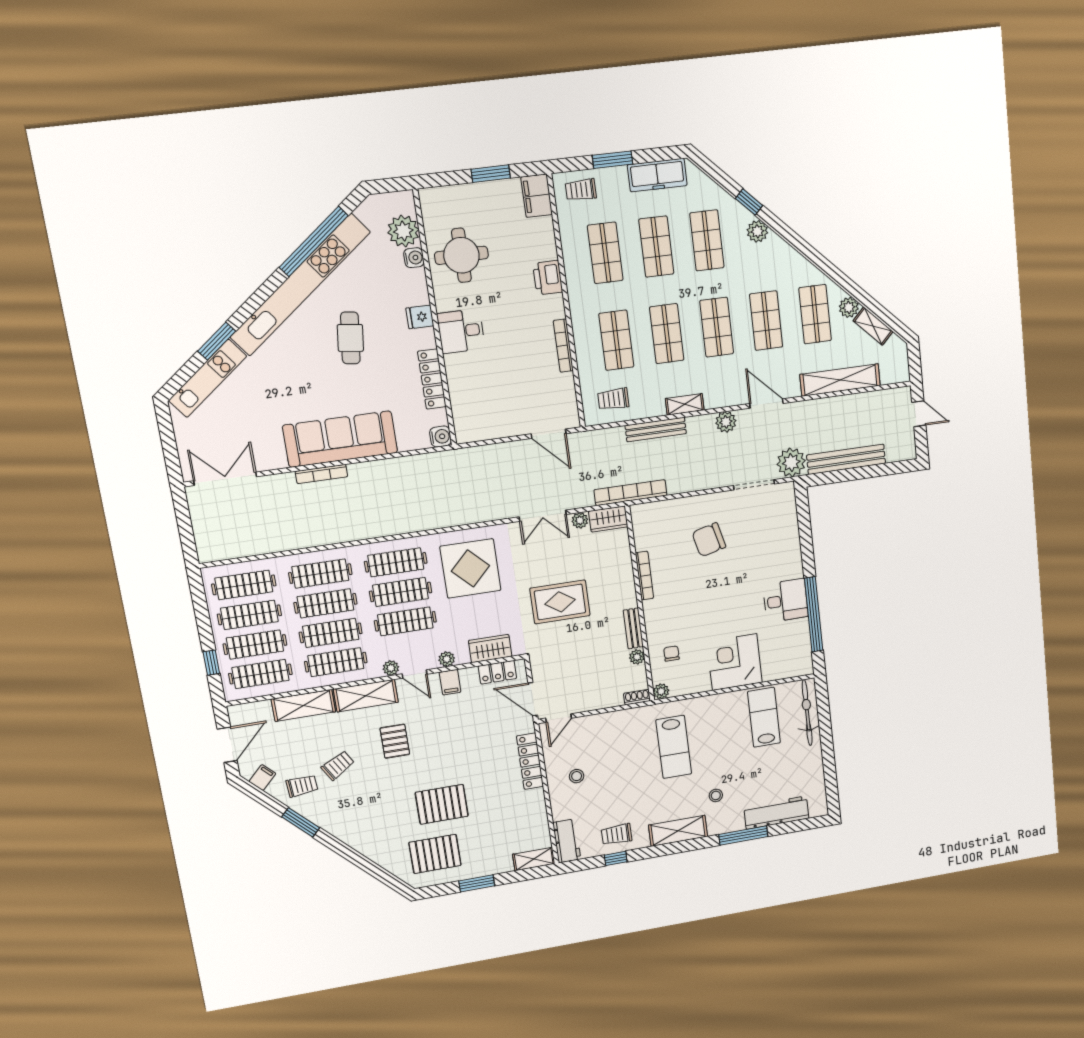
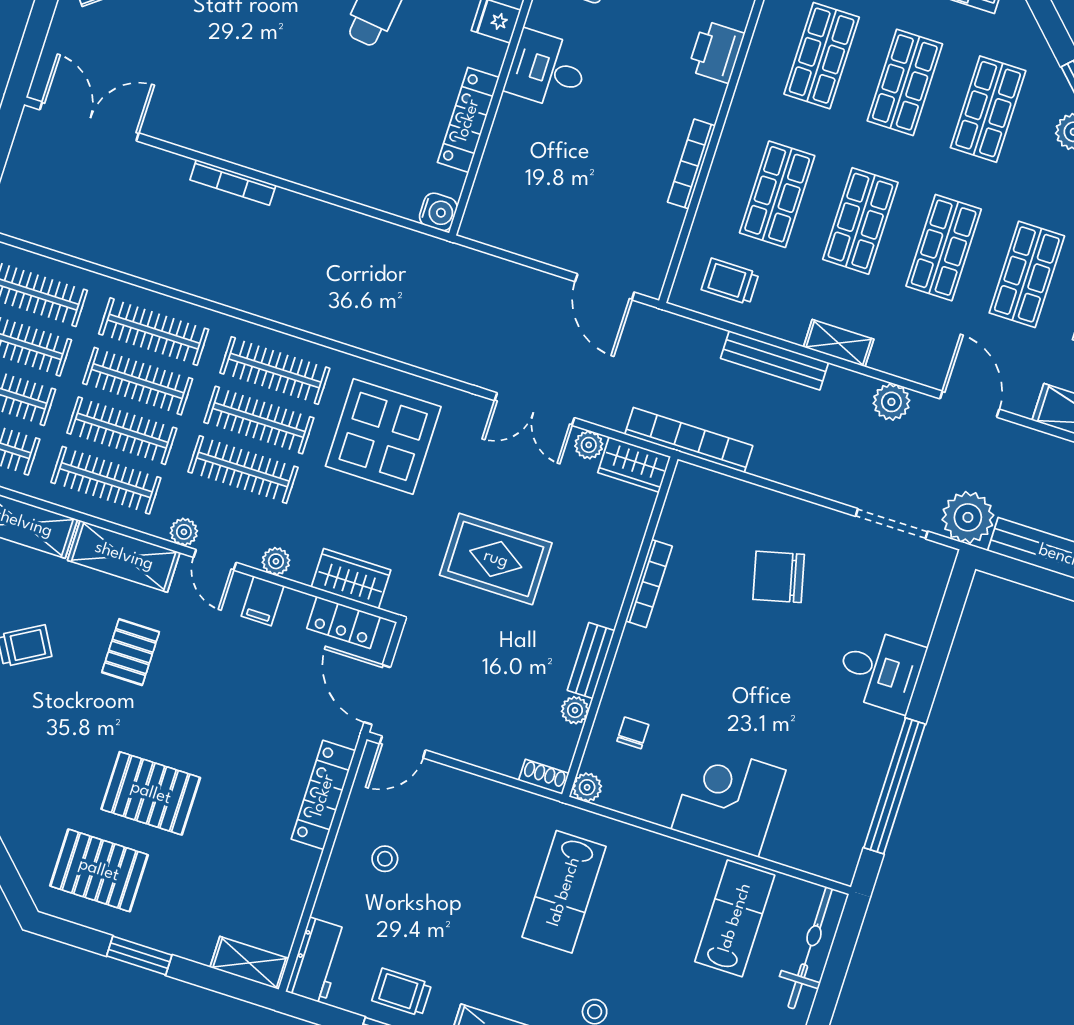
sofa: (340, 439) -> (287, 144), removed
desk: (785, 601) -> (880, 670), moved

